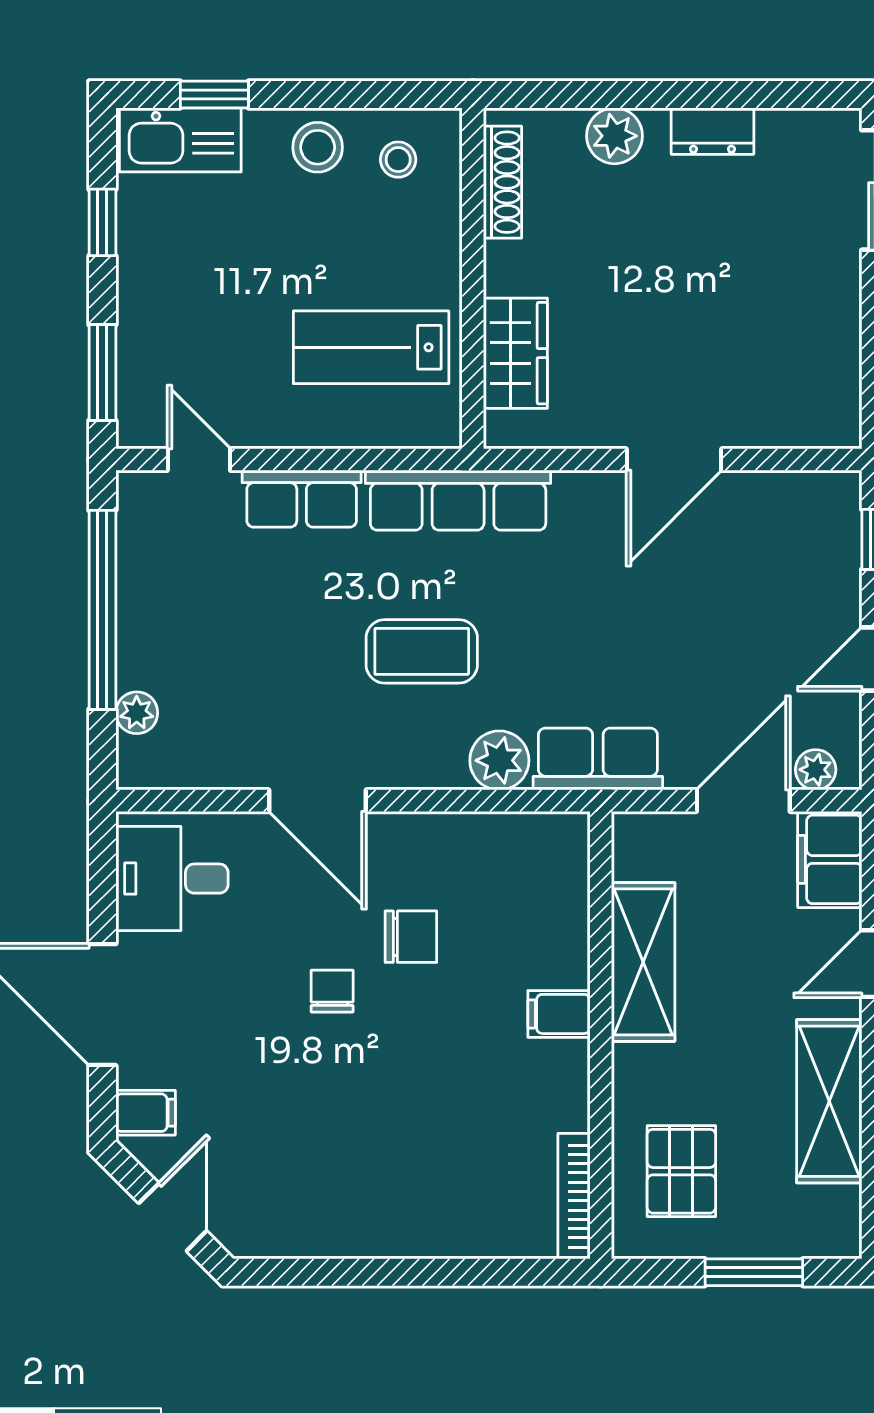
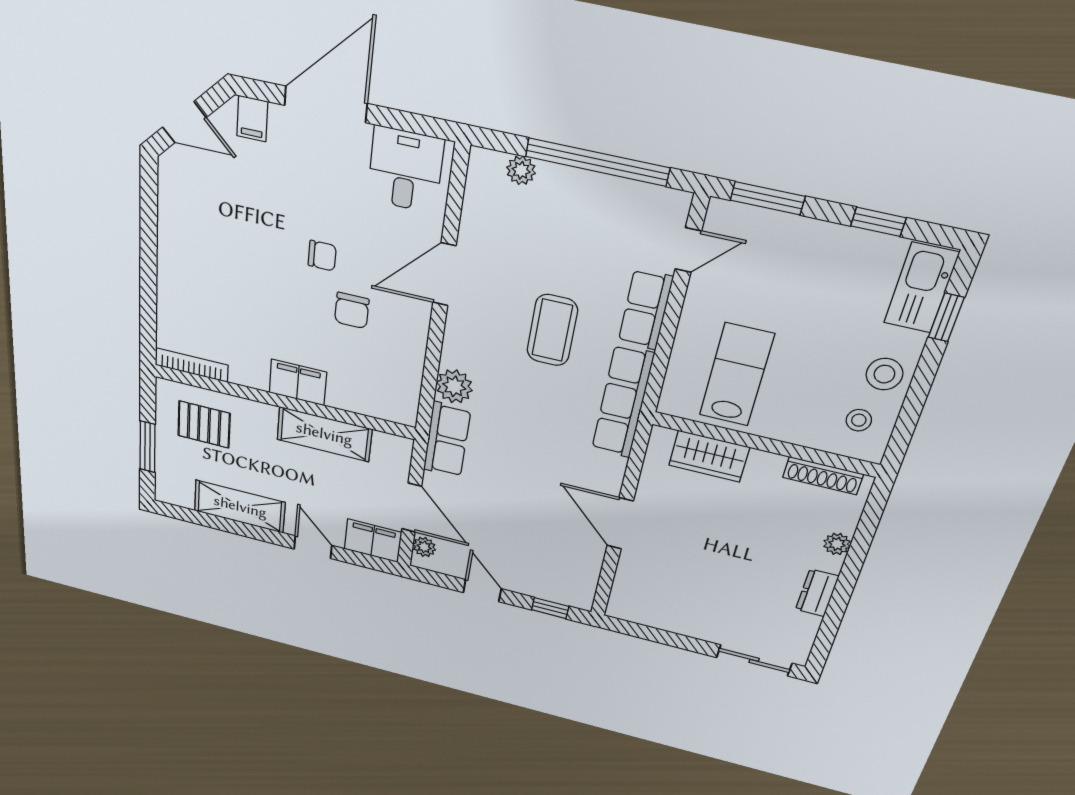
plant: (614, 136) -> (837, 544), width x0.73, depth x0.73
coffee table: (422, 651) -> (552, 330), moved
filing cabinet: (559, 1014) -> (298, 382), width x2.00

